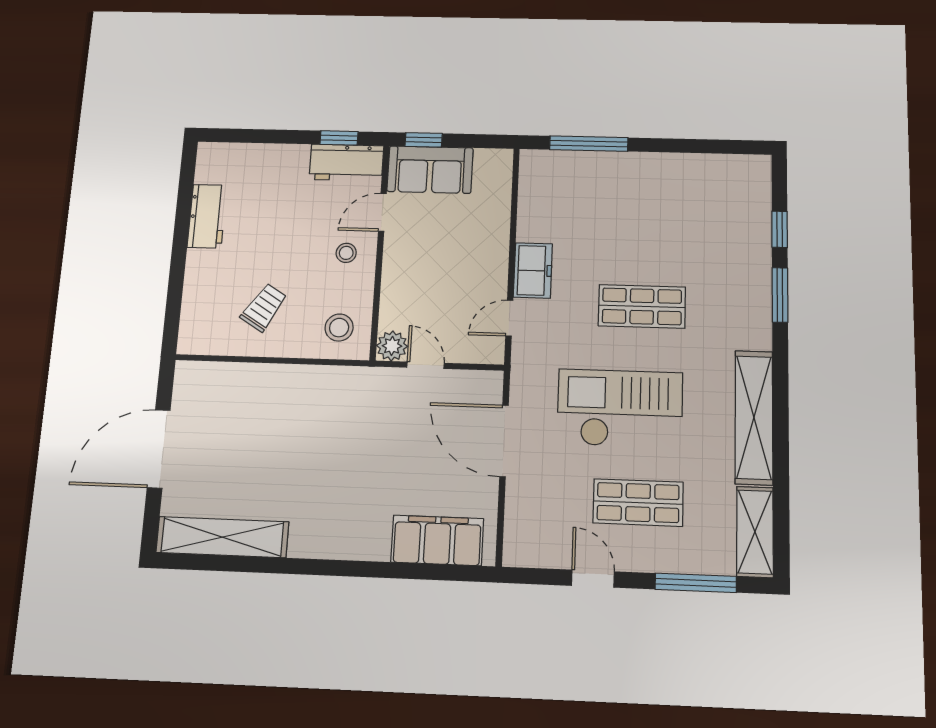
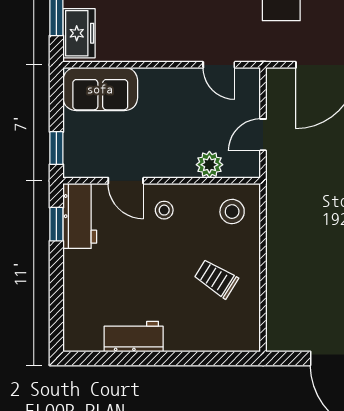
sofa: (430, 170) -> (100, 89), moved, turned 90
freezer: (533, 270) -> (79, 33), moved, turned 90
plant: (392, 346) -> (209, 165), moved

